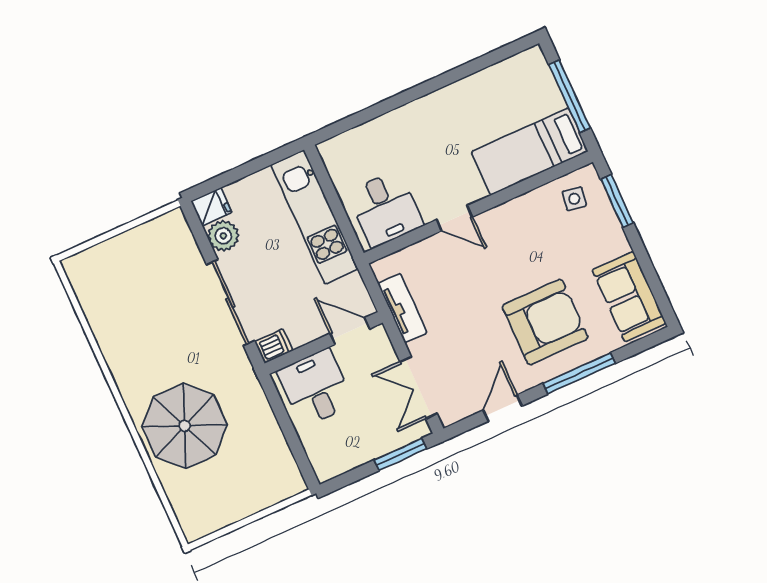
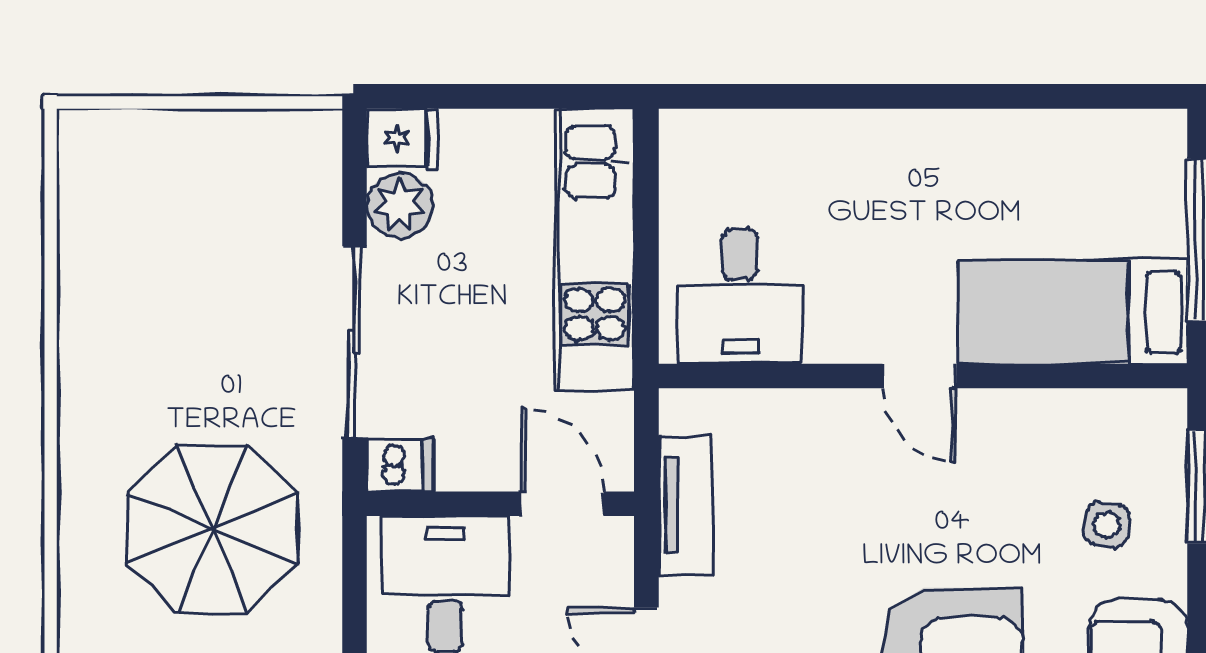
side table: (574, 199) -> (1107, 525), moved
door: (454, 218) -> (919, 376), moved
parasol: (185, 426) -> (212, 528), moved

